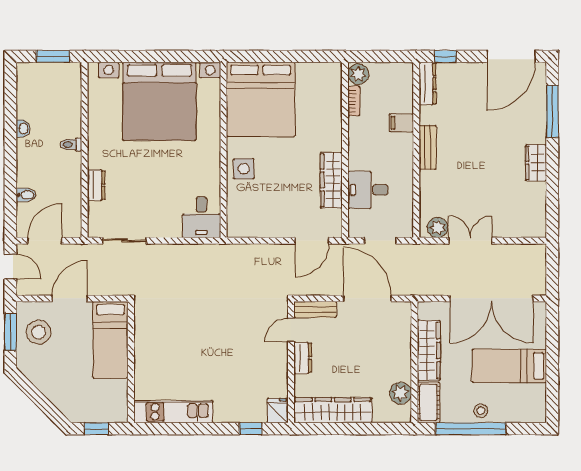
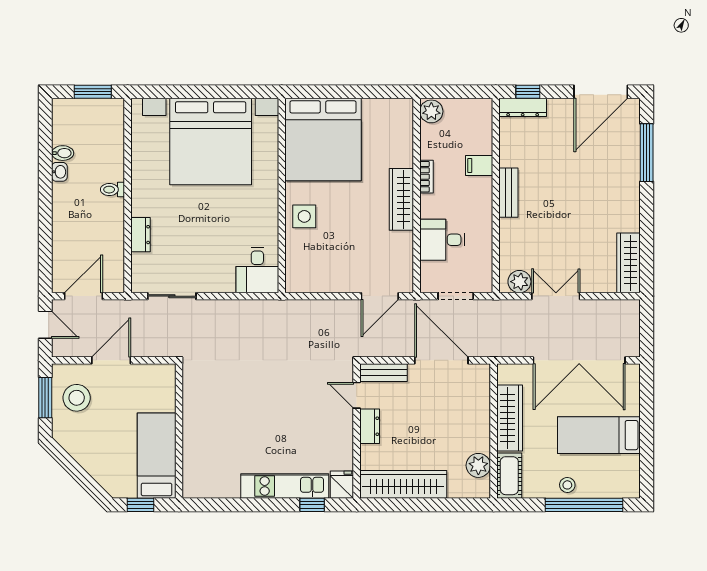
dresser: (428, 84) -> (523, 107), moved, turned 90
bookcase: (354, 101) -> (426, 177), moved
wardrobe: (536, 163) -> (629, 263), moved, width x1.50
wardrobe: (331, 180) -> (401, 199), moved
bidet: (26, 195) -> (63, 153), moved
door: (291, 330) -> (357, 395), hinge flipped
bed: (110, 340) -> (157, 456), moved, turned 180
kitchen unit: (173, 412) -> (285, 486), moved
window: (471, 429) -> (584, 505), moved

